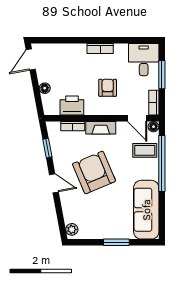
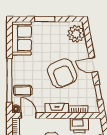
sofa: (146, 210) -> (22, 38), width x0.73
plant: (72, 229) -> (76, 34), width x1.88, depth x1.88

